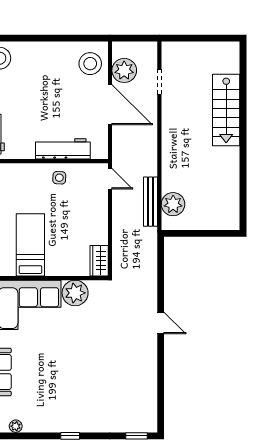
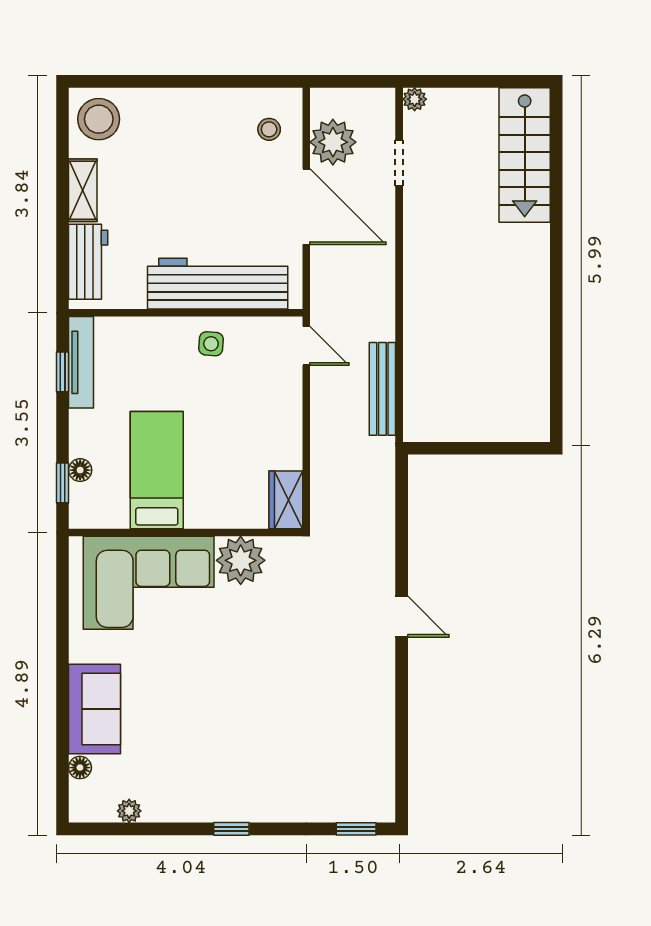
stool: (90, 64) -> (269, 129), width x0.53, depth x0.53
stairs: (226, 110) -> (525, 155), moved
workbench: (63, 149) -> (218, 284), width x1.36, depth x1.32
plant: (173, 204) -> (415, 99), moved, width x0.53, depth x0.53

